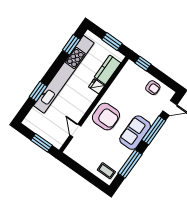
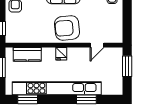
fridge: (97, 86) -> (61, 54), moved
armchair: (106, 116) -> (67, 28), turned -95

